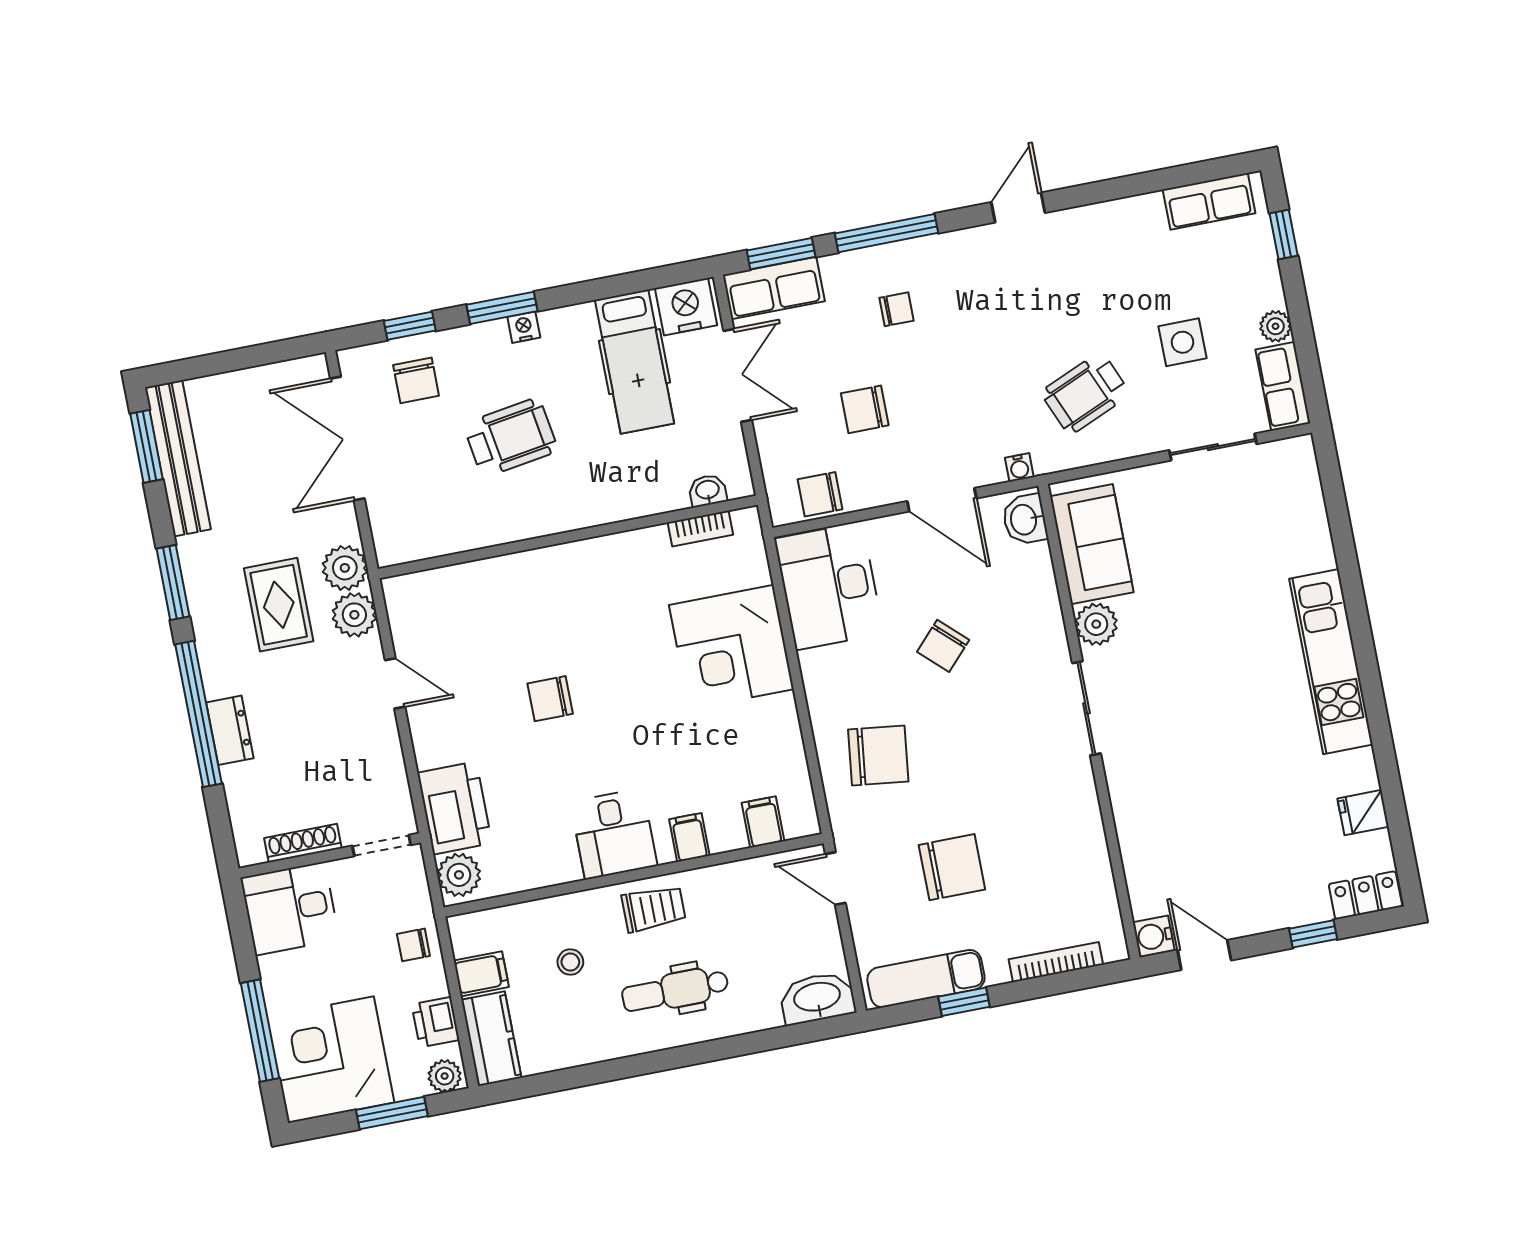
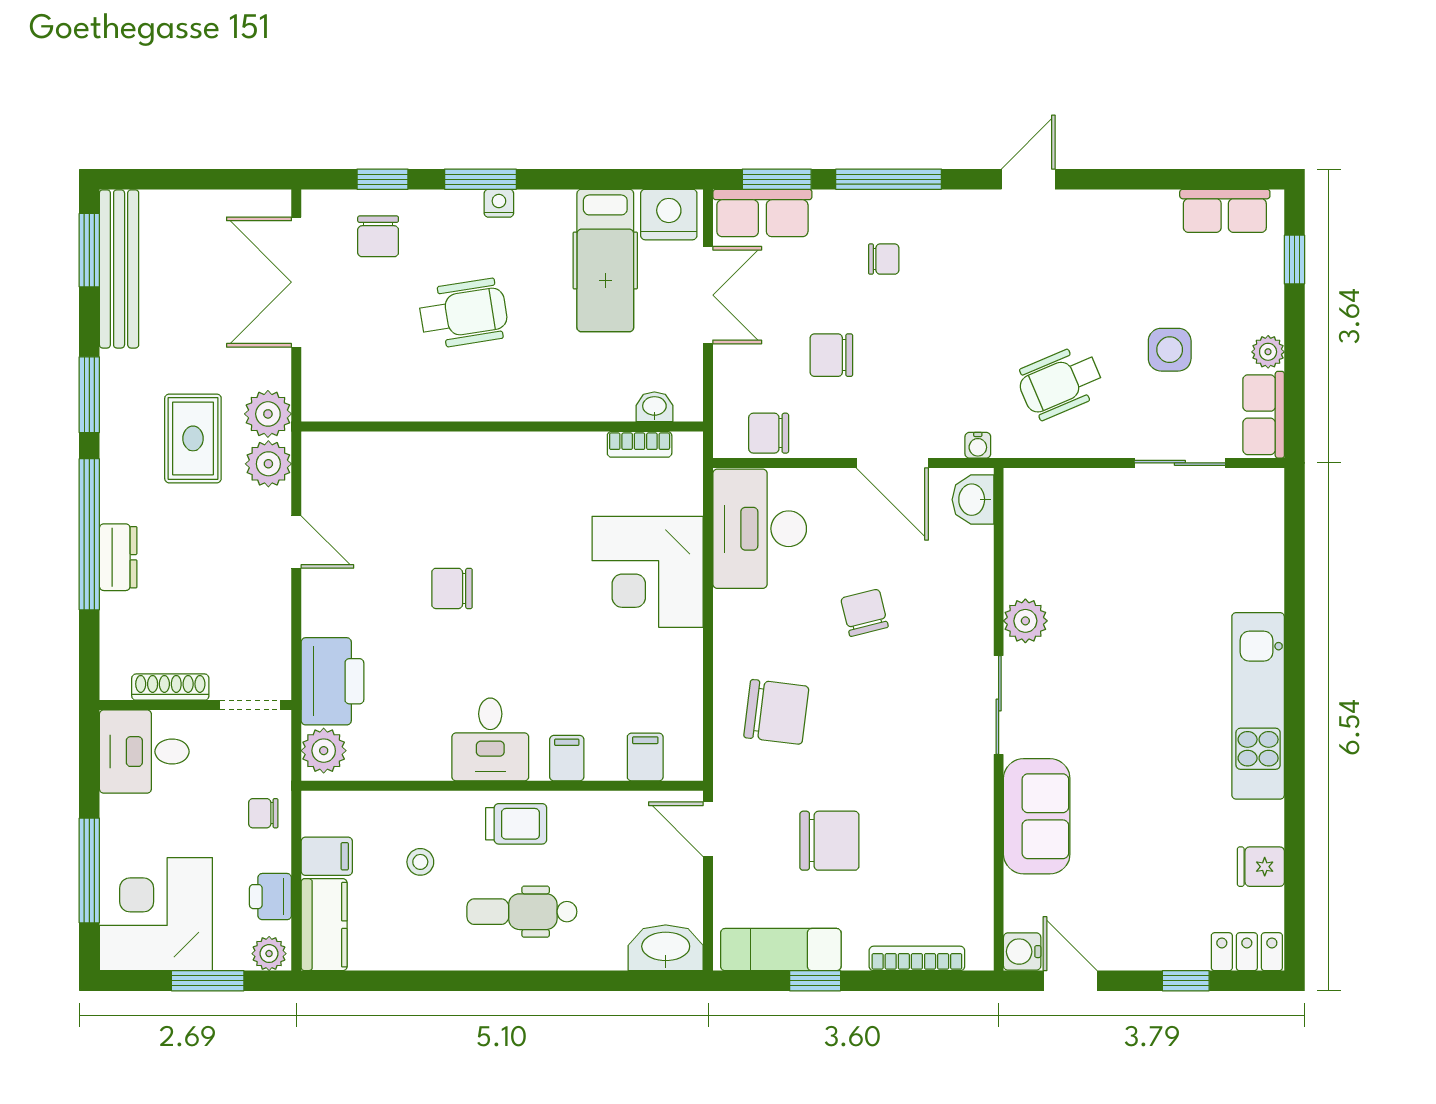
sofa: (1092, 544) -> (1037, 816), moved
chair: (943, 646) -> (864, 613), turned 123

